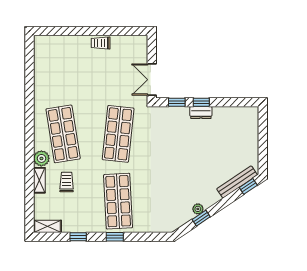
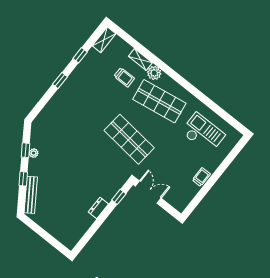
checkout: (61, 73) -> (203, 133), added
window: (201, 102) -> (105, 214), removed
window: (248, 186) -> (23, 179), moved
shop shelf: (118, 201) -> (83, 102), removed

